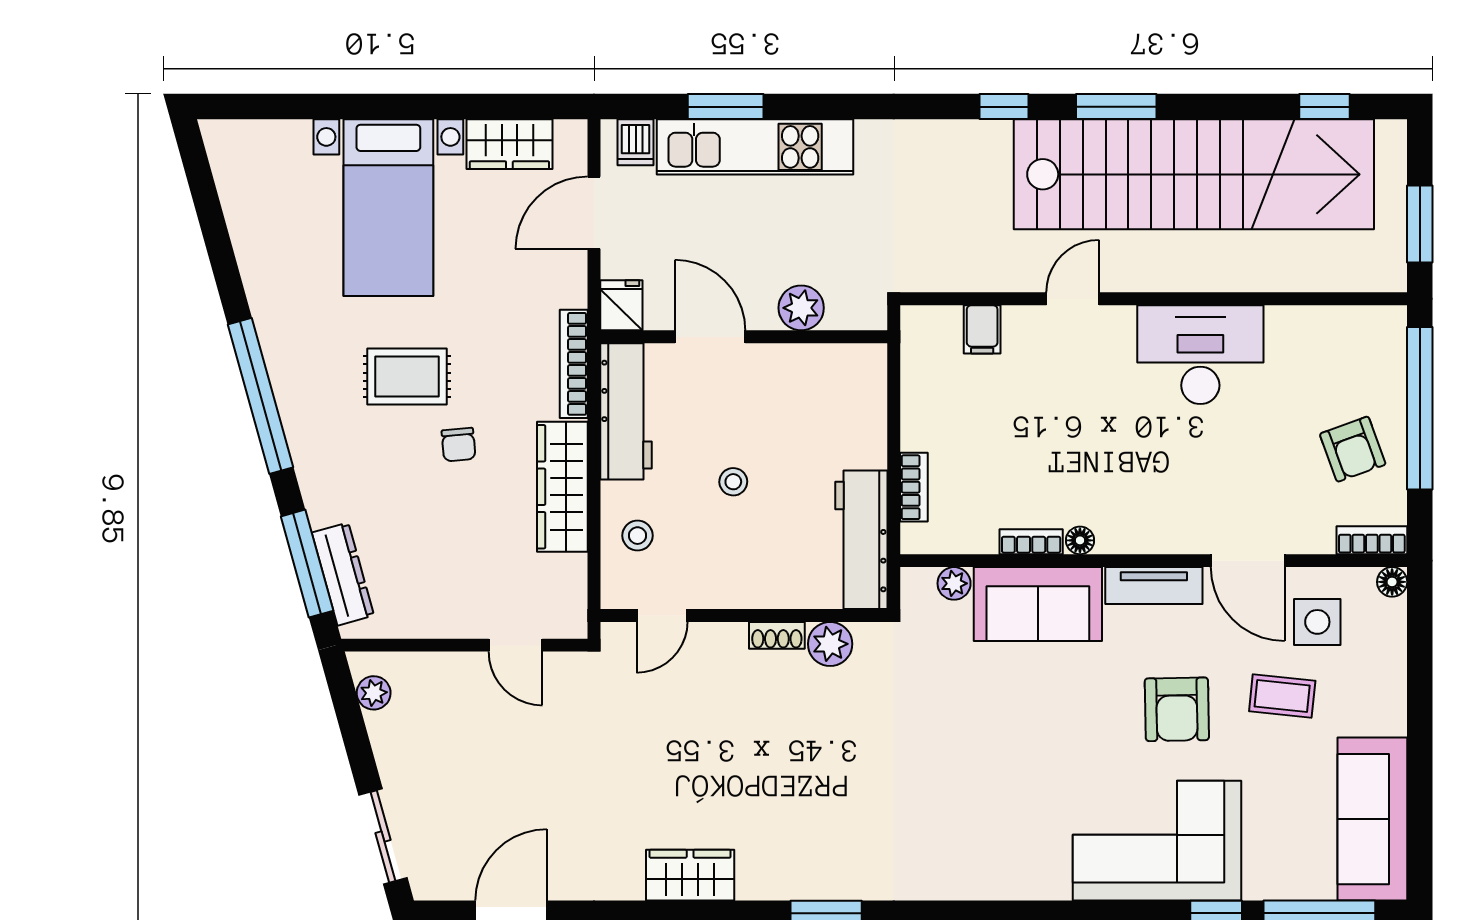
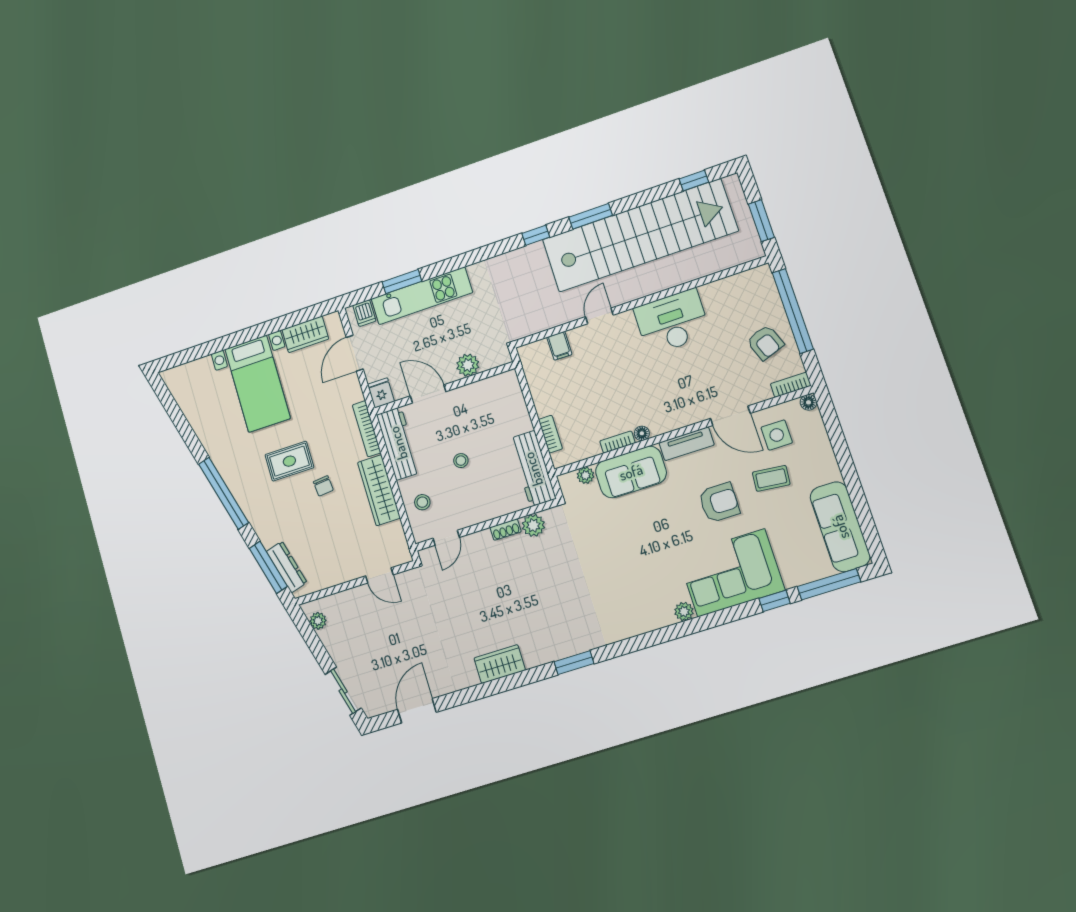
armchair: (1177, 709) -> (719, 502), turned -89
plant: (1052, 883) -> (684, 611), added

